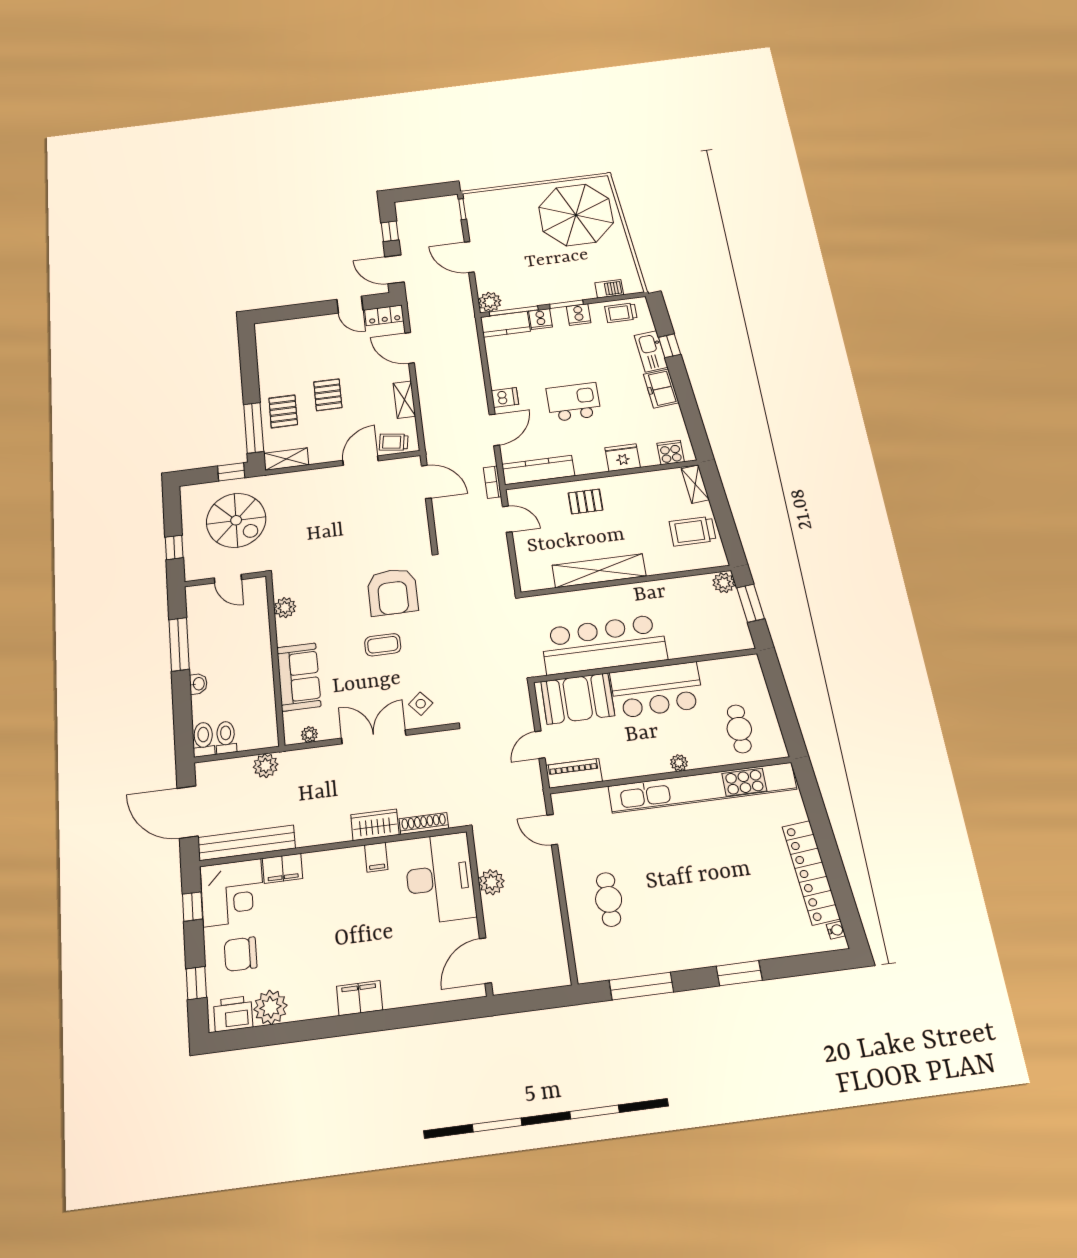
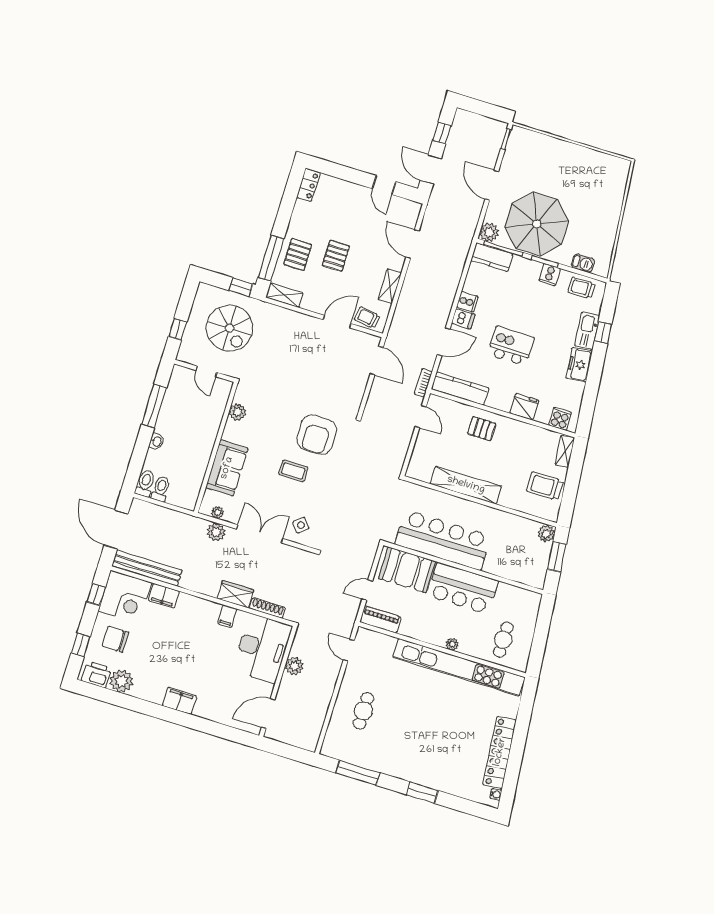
parasol: (576, 215) -> (537, 224), moved
locker: (384, 315) -> (308, 185), moved, turned -90
cooker: (541, 319) -> (467, 302), moved, turned -90
plant: (266, 766) -> (216, 532), moved

